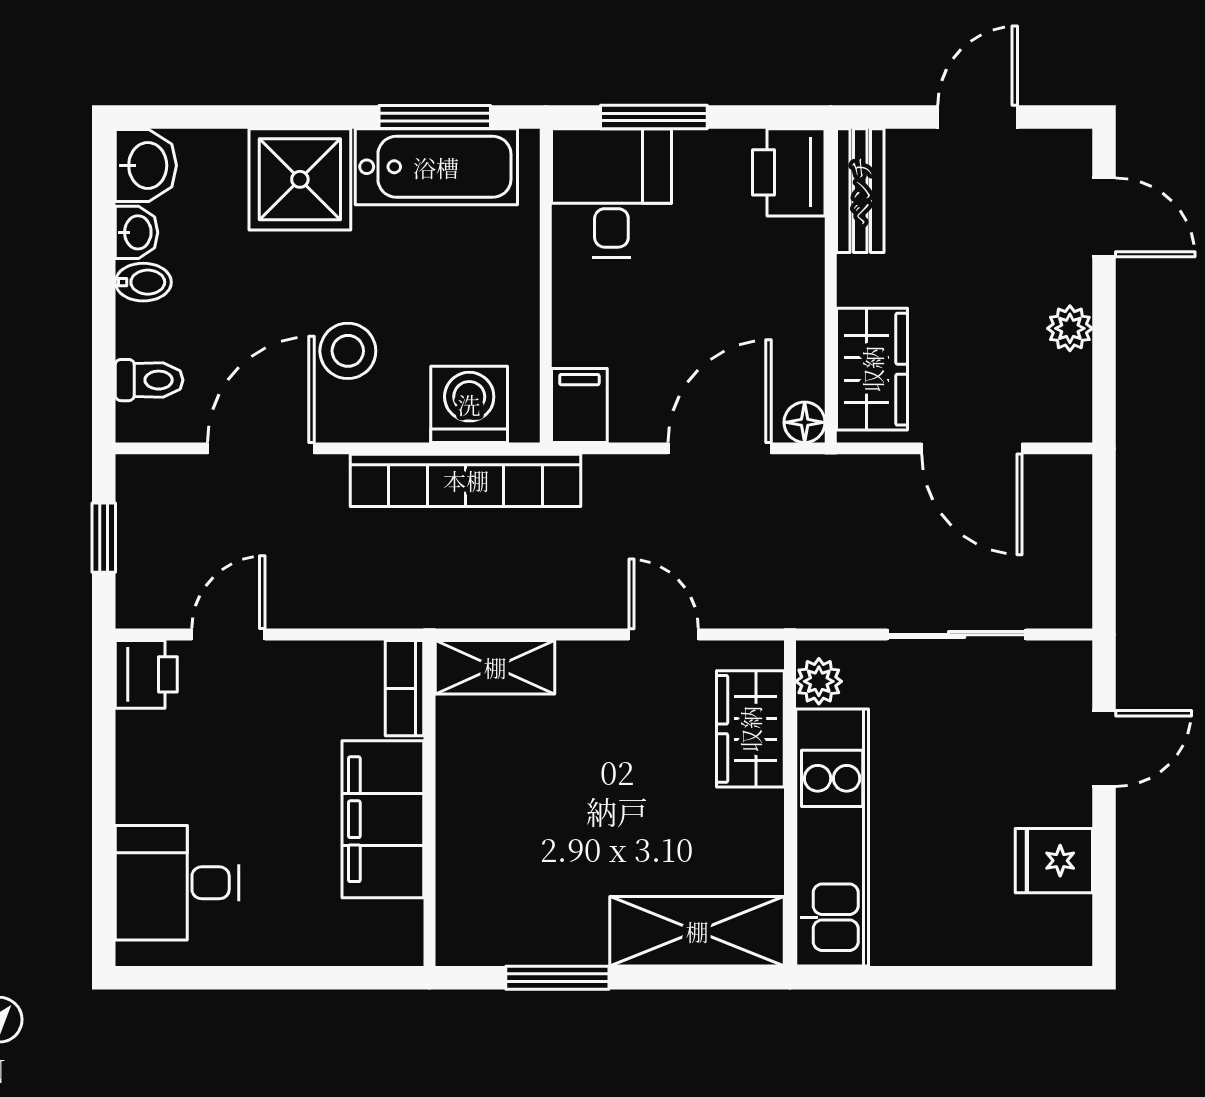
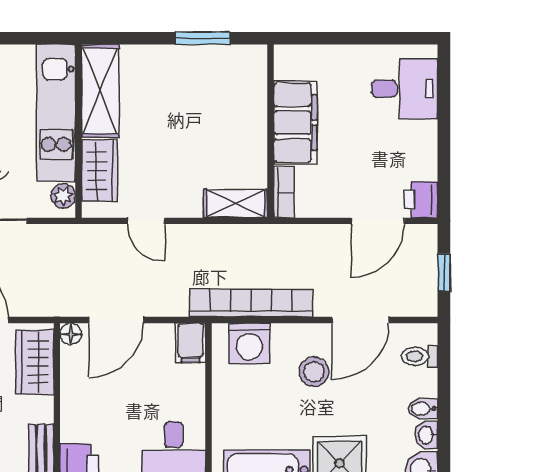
door: (228, 635) -> (378, 221), width x1.38
shelving: (697, 931) -> (100, 91), moved, turned 90

